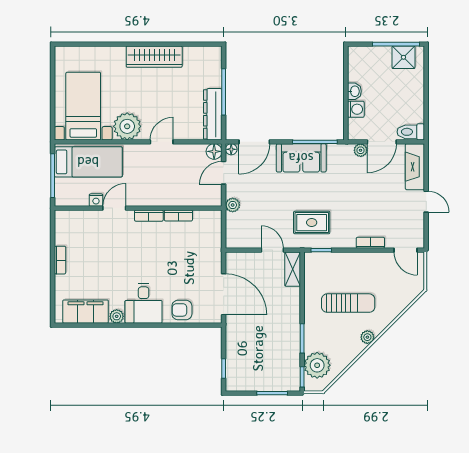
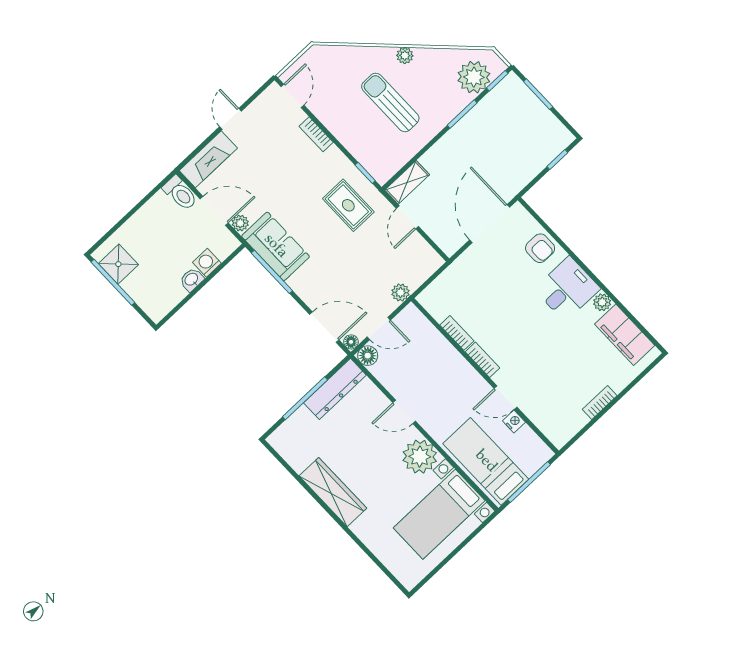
sofa: (301, 158) -> (276, 246), moved

